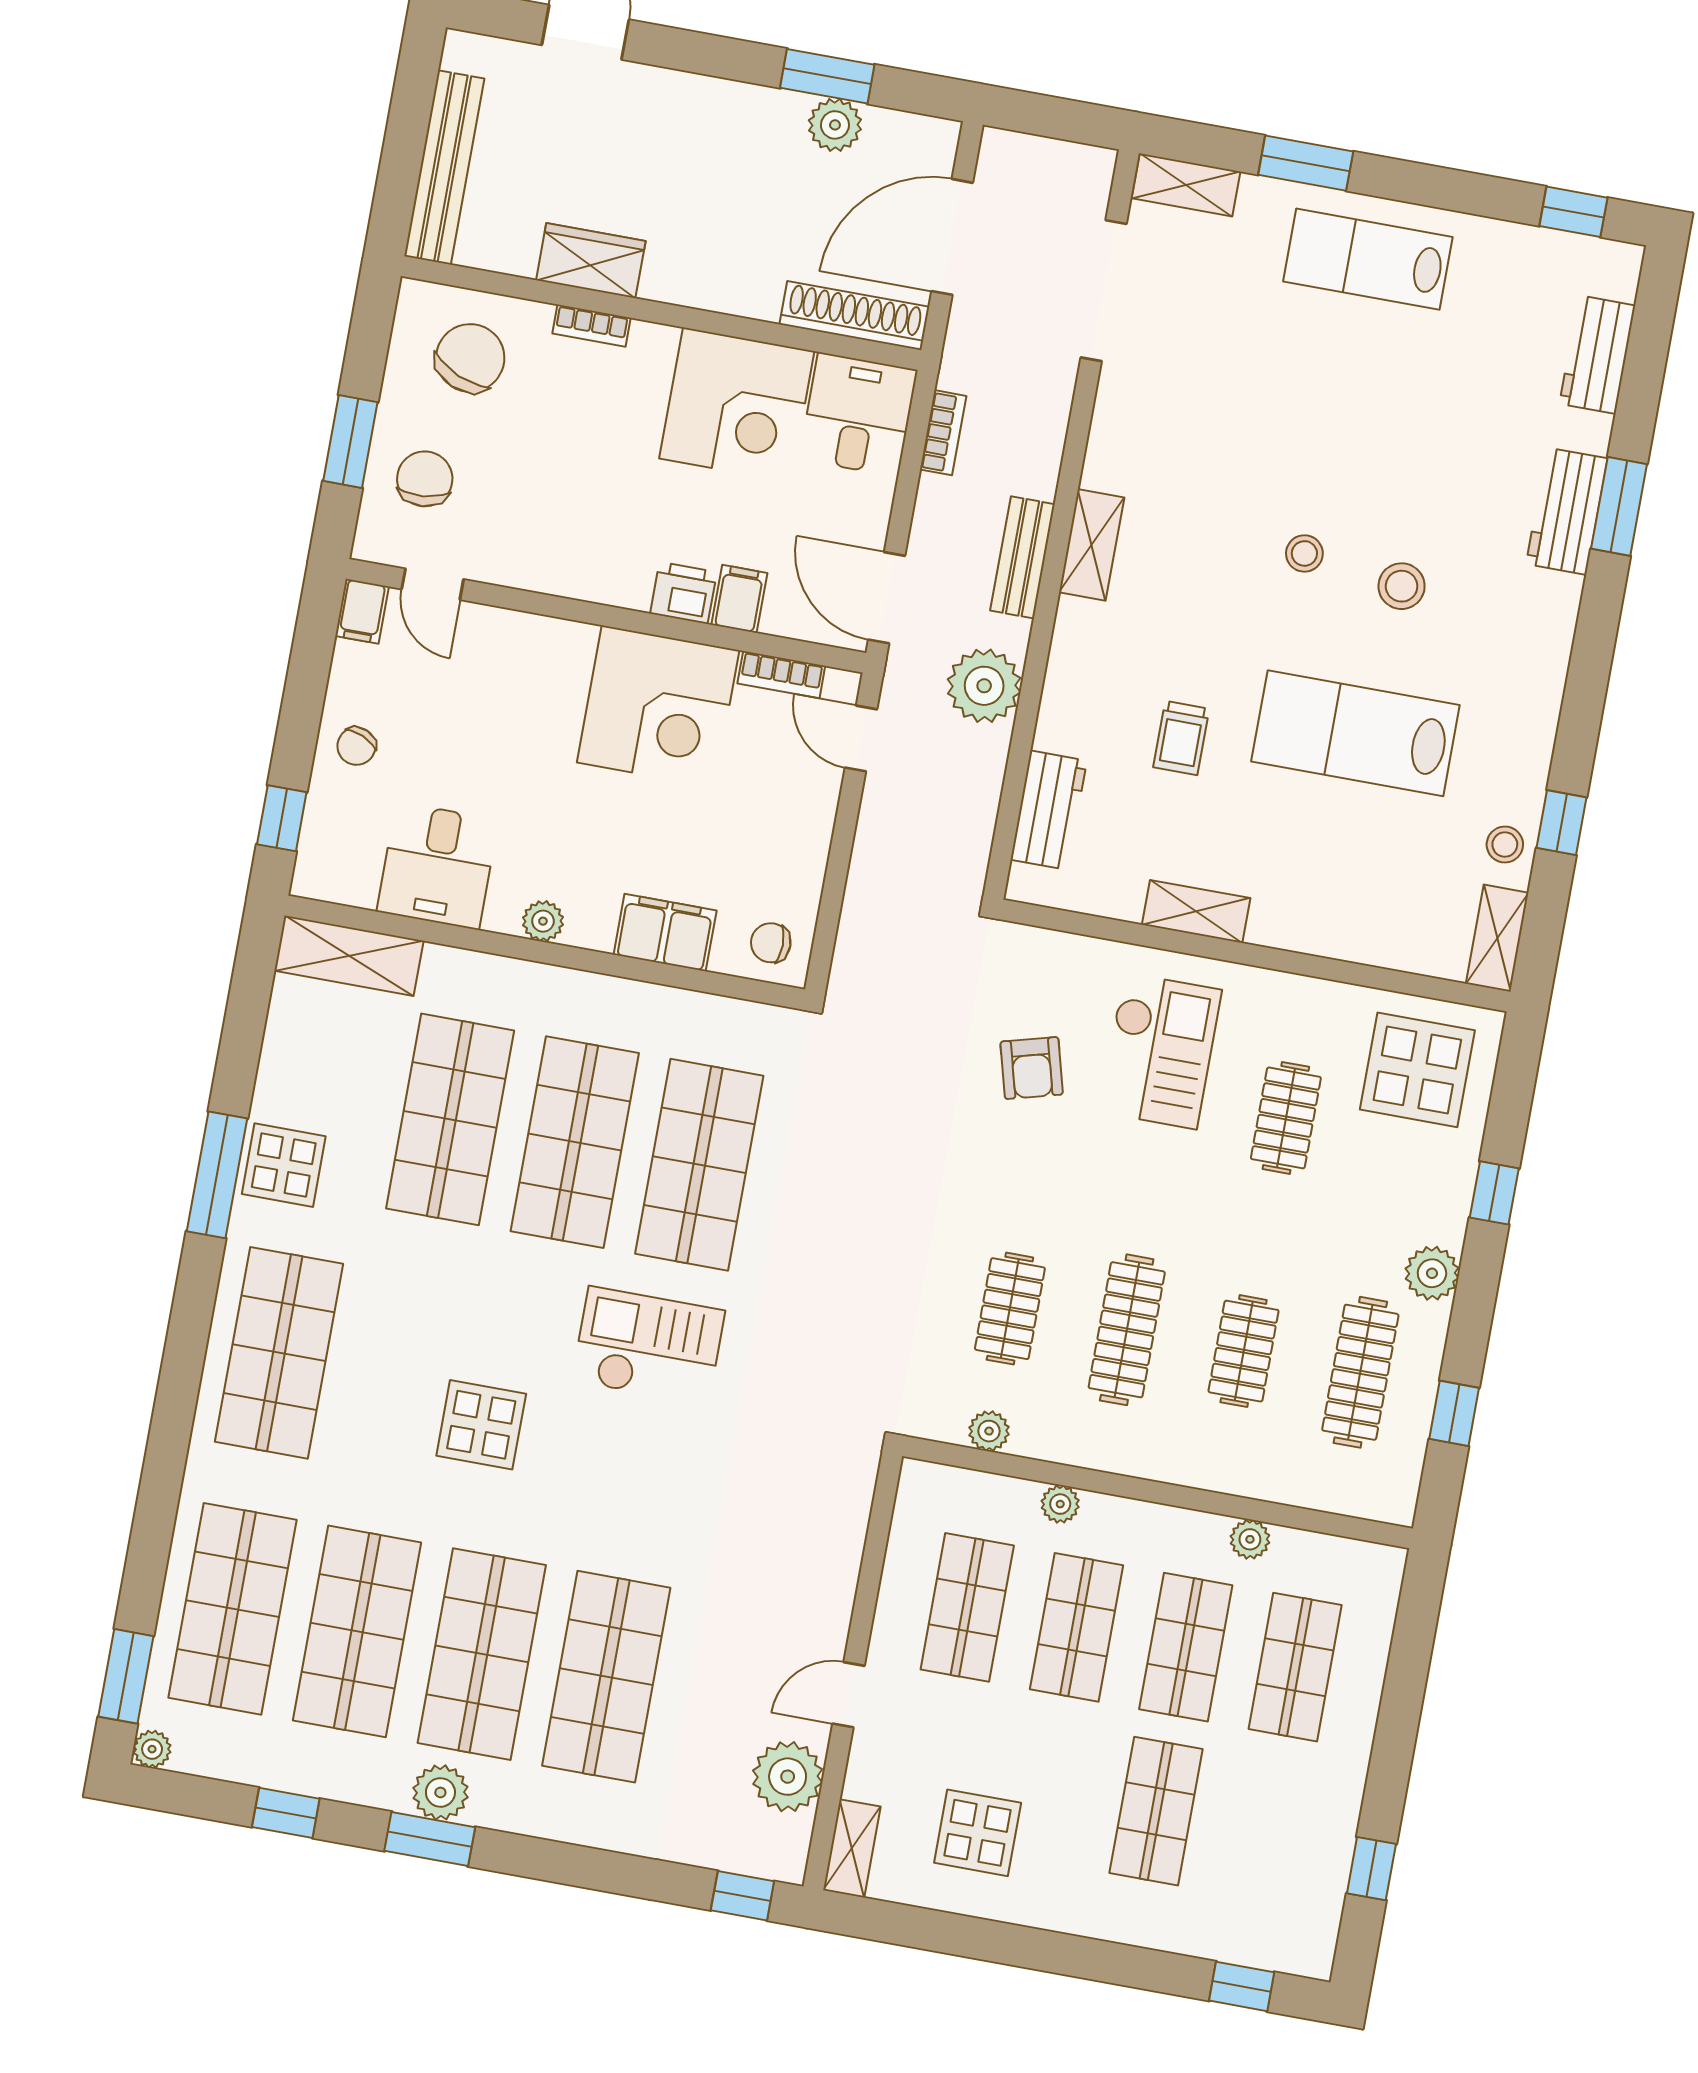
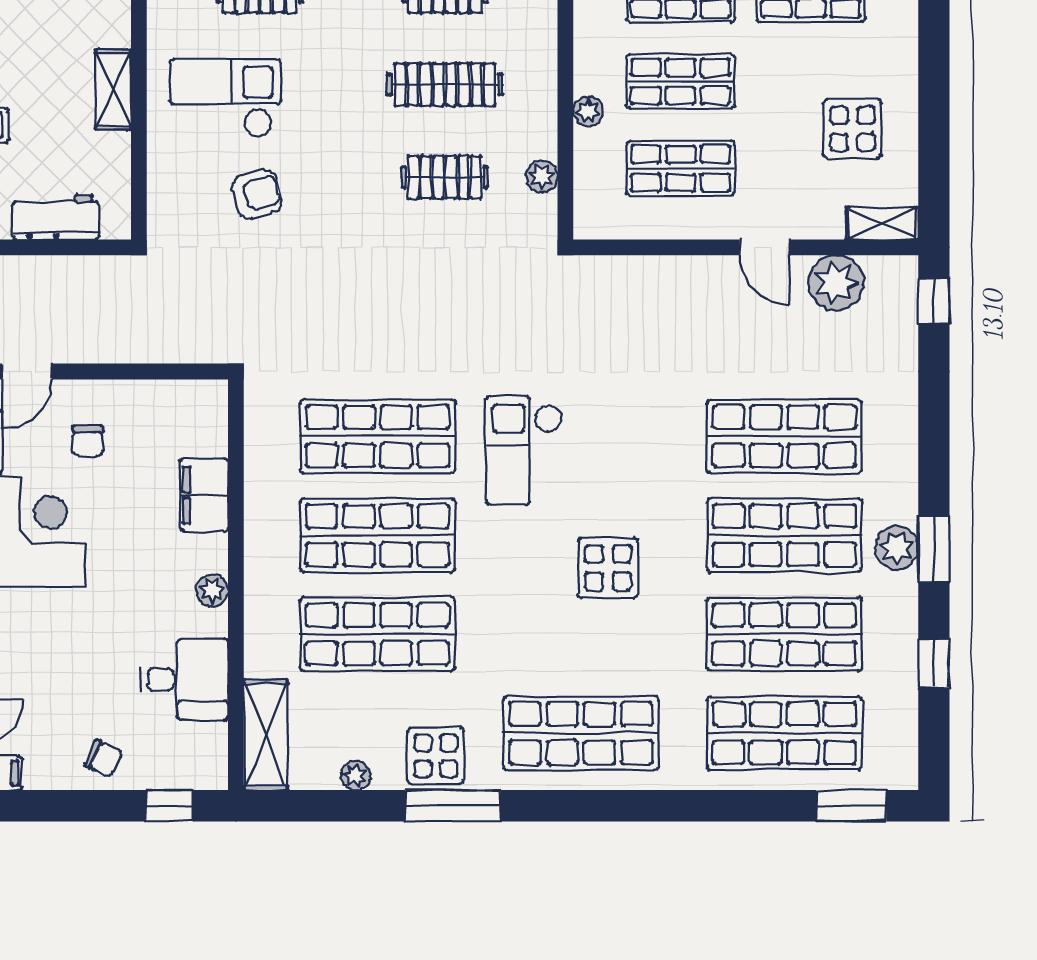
chair: (771, 943) -> (88, 441), moved
plant: (152, 1749) -> (356, 775), moved

